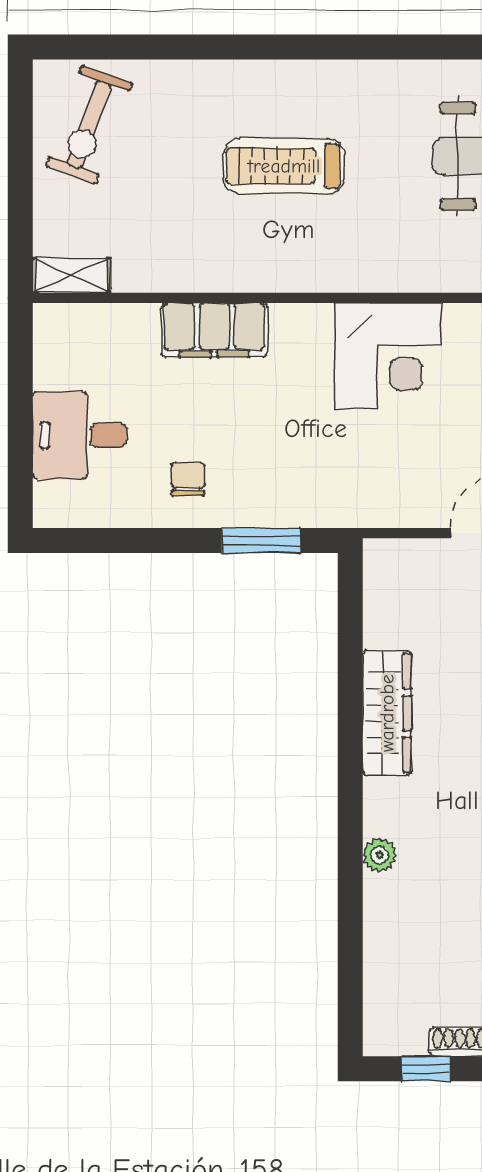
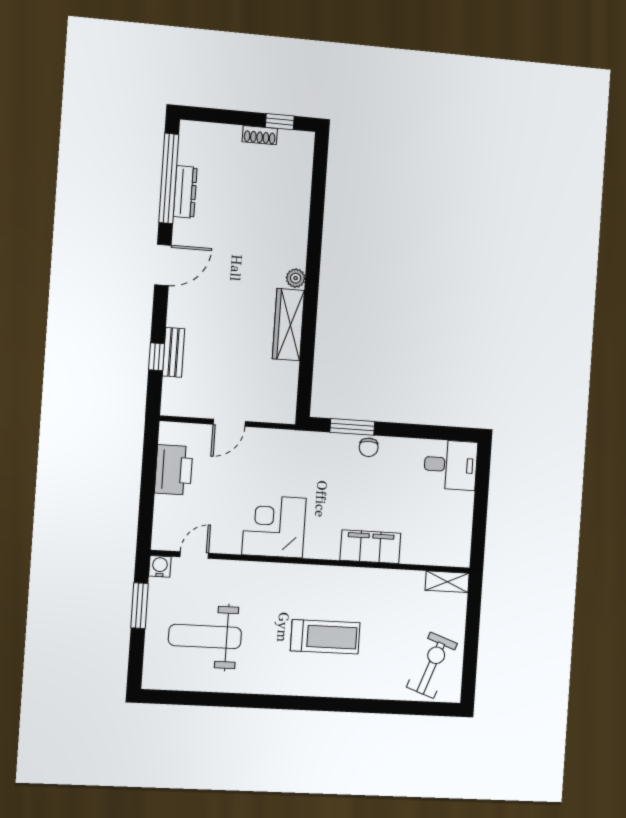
desk: (80, 435) -> (451, 465), moved
chair: (188, 479) -> (369, 447), moved
plant: (380, 855) -> (296, 278), moved

